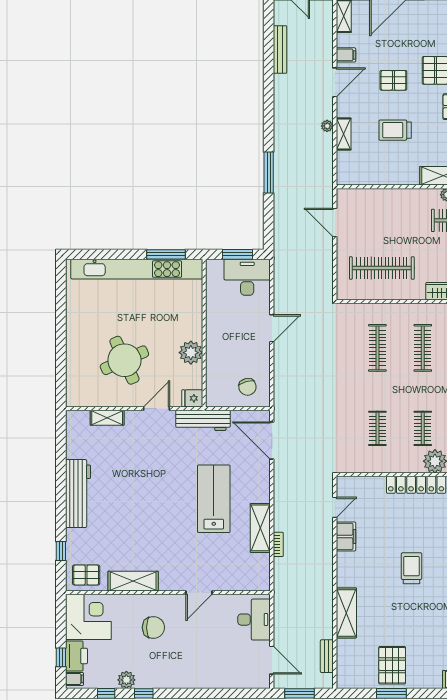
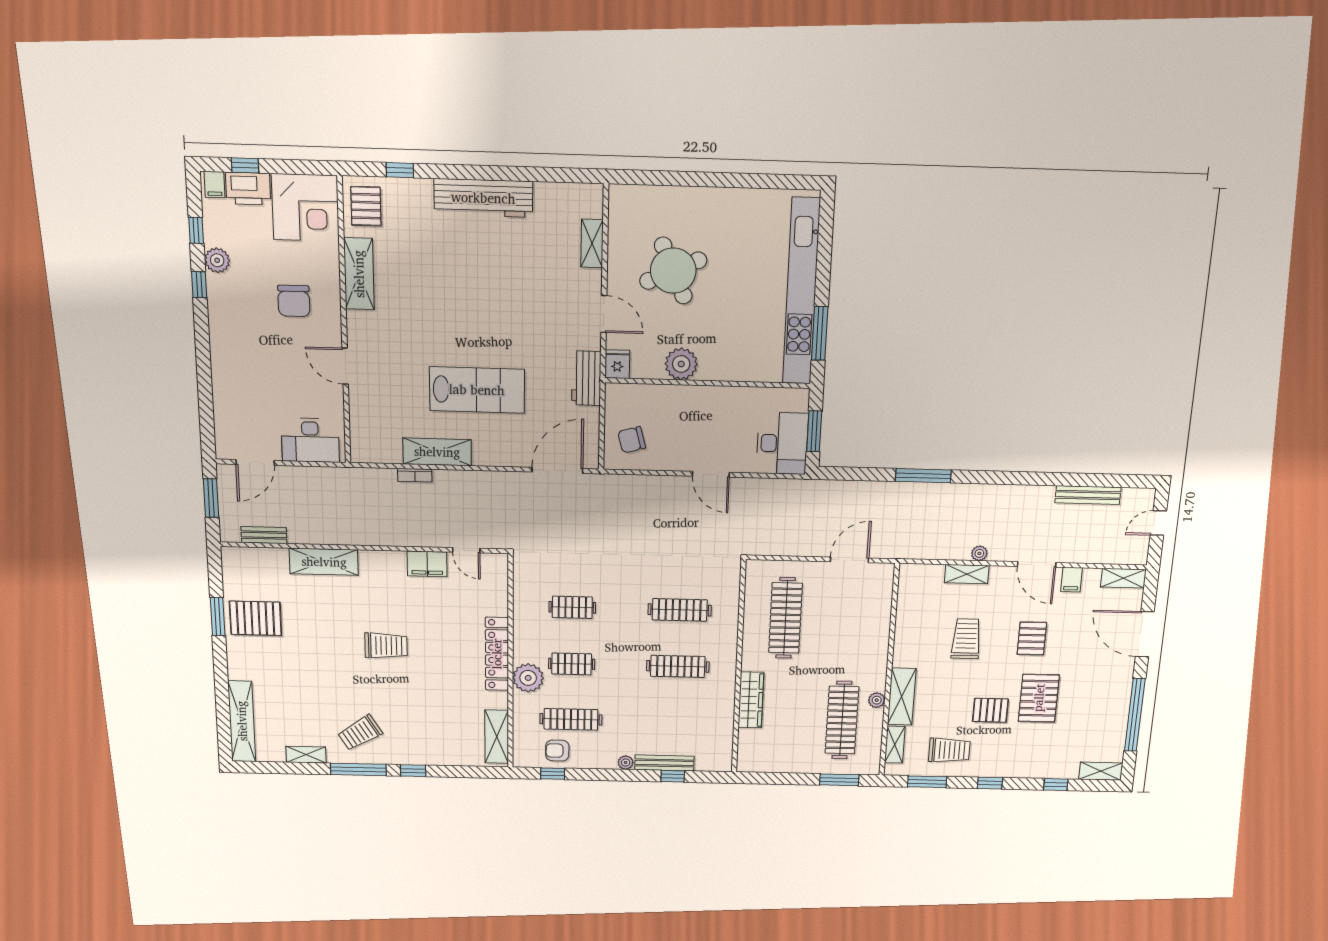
workbench: (203, 420) -> (586, 378), width x0.73

